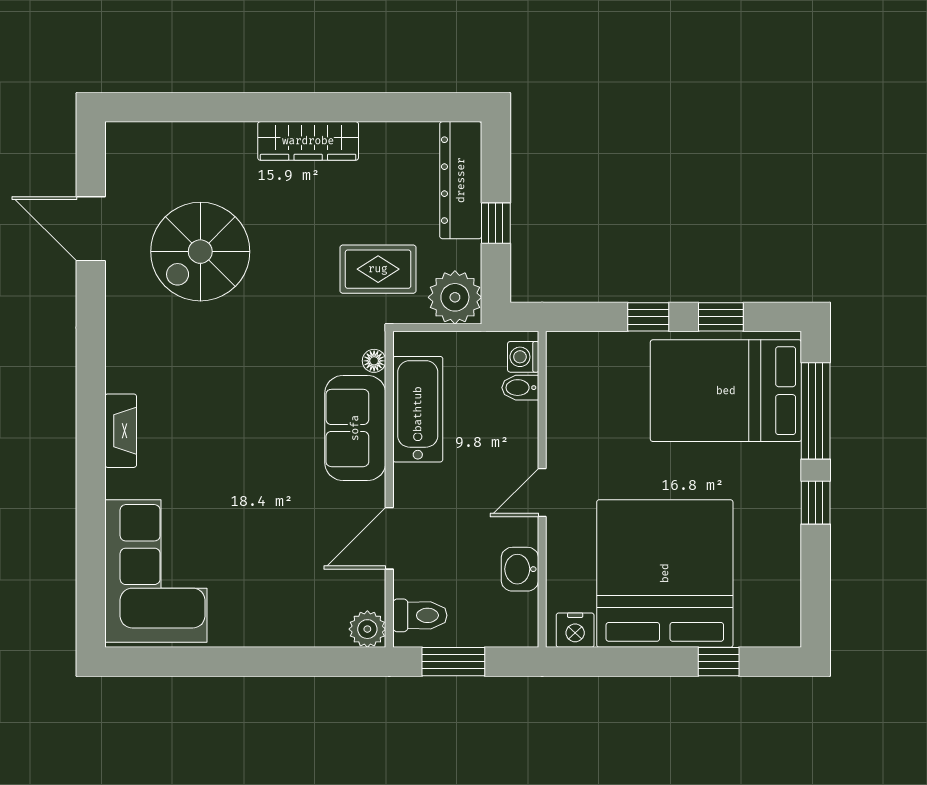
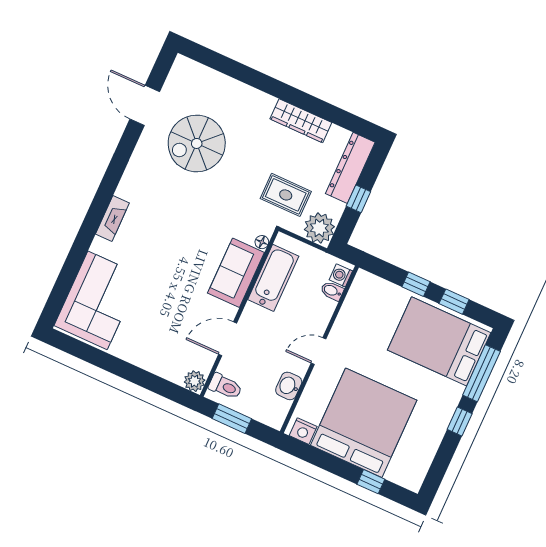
wardrobe: (308, 141) -> (301, 121), moved

